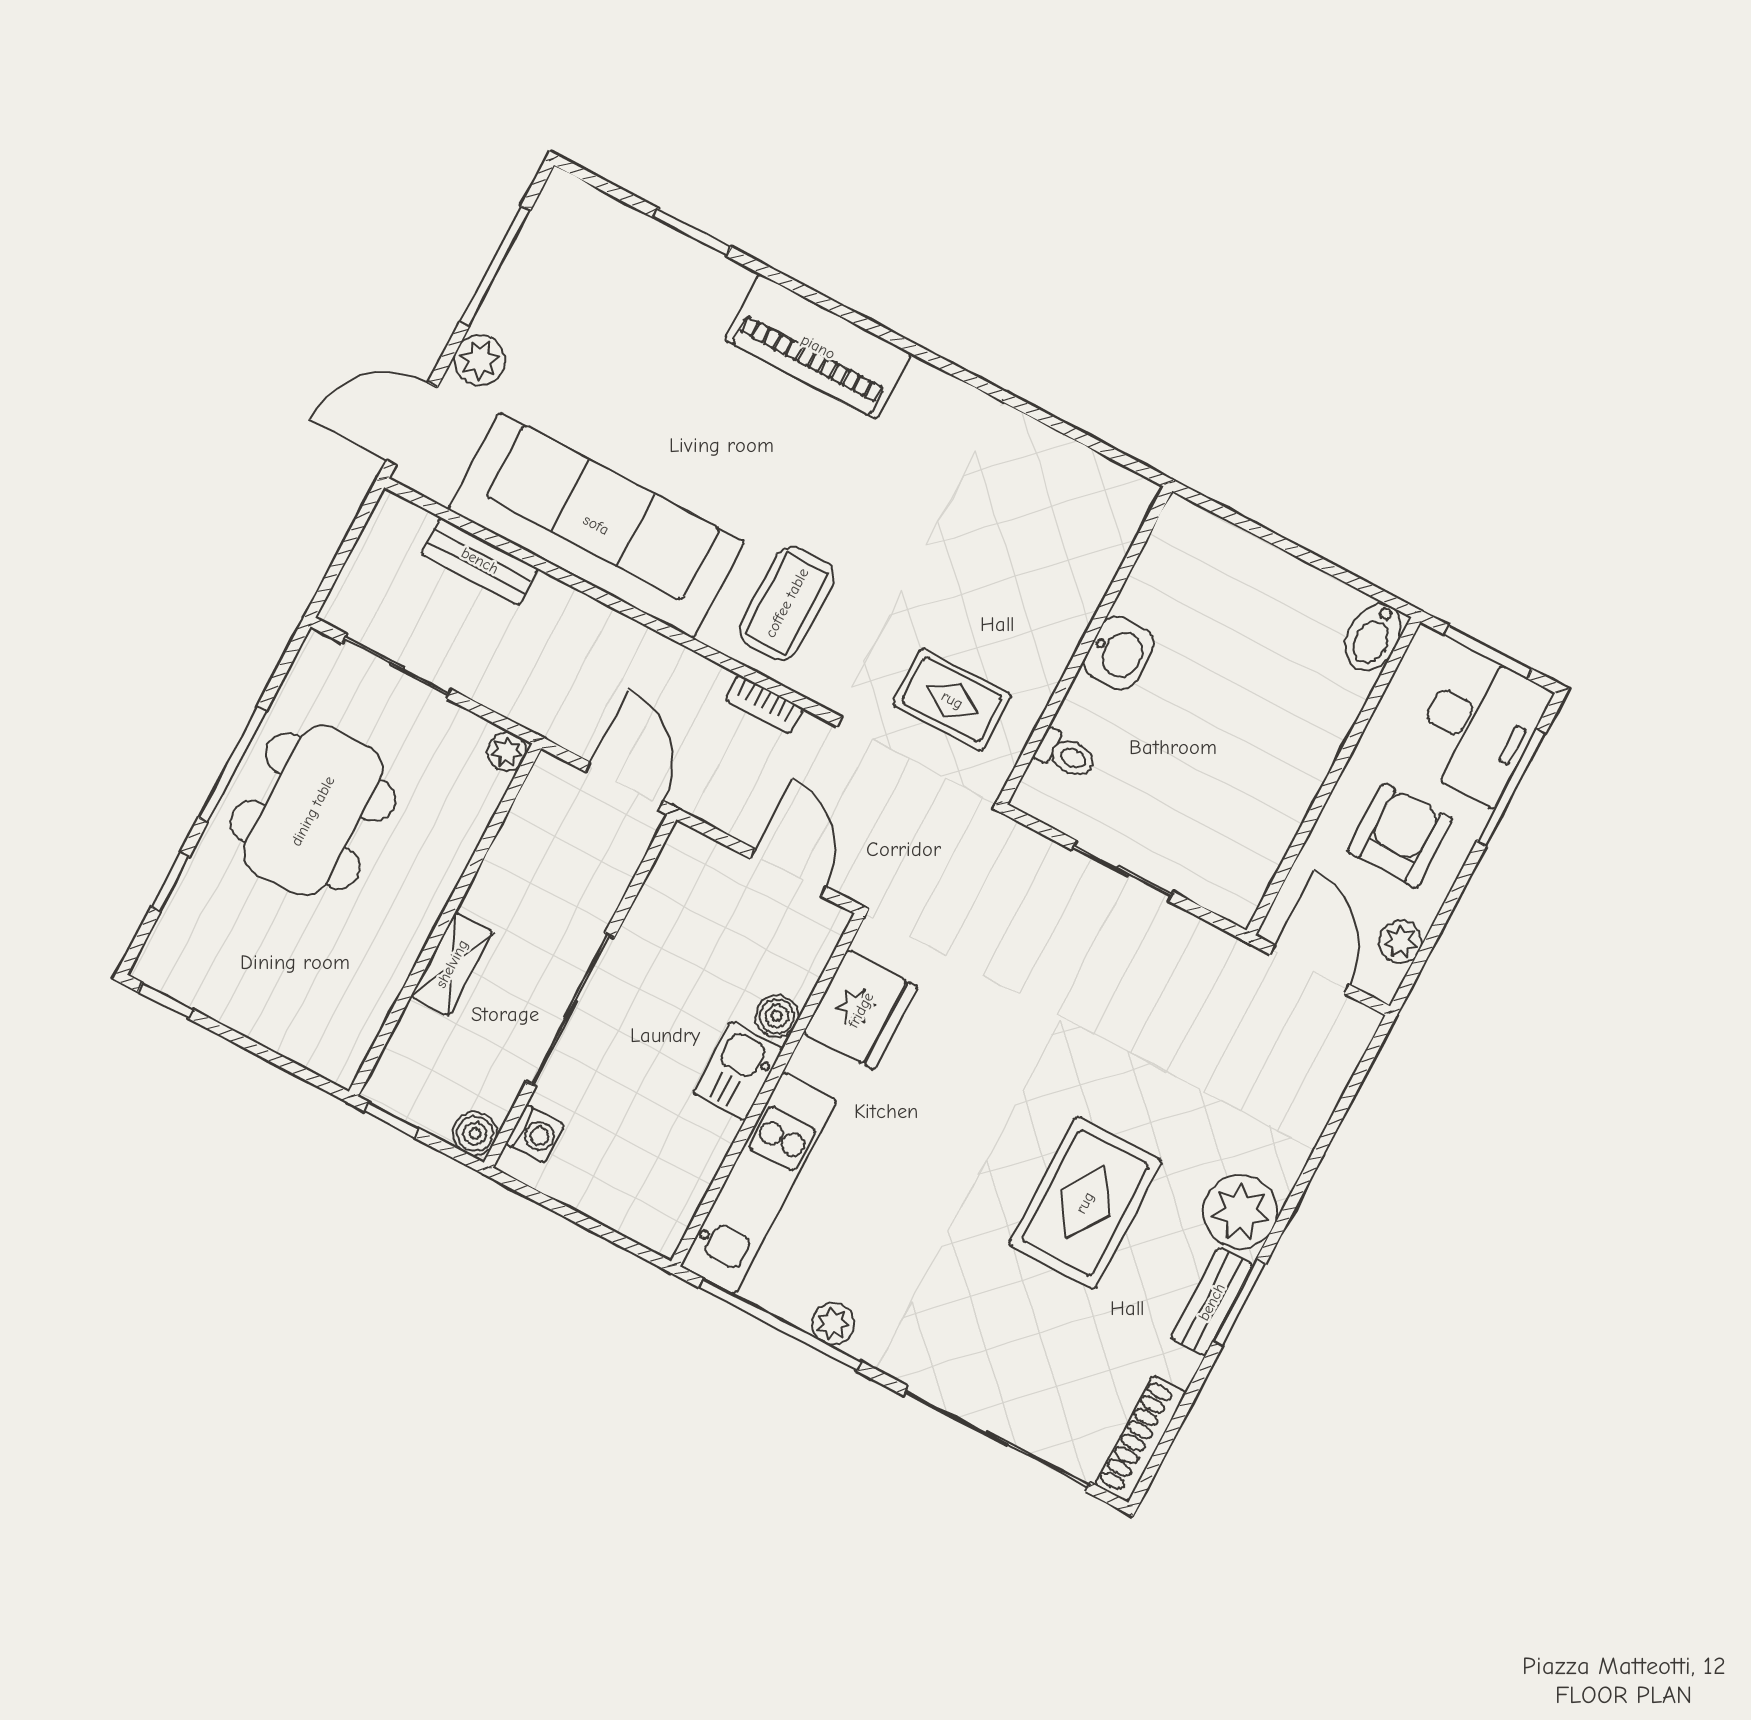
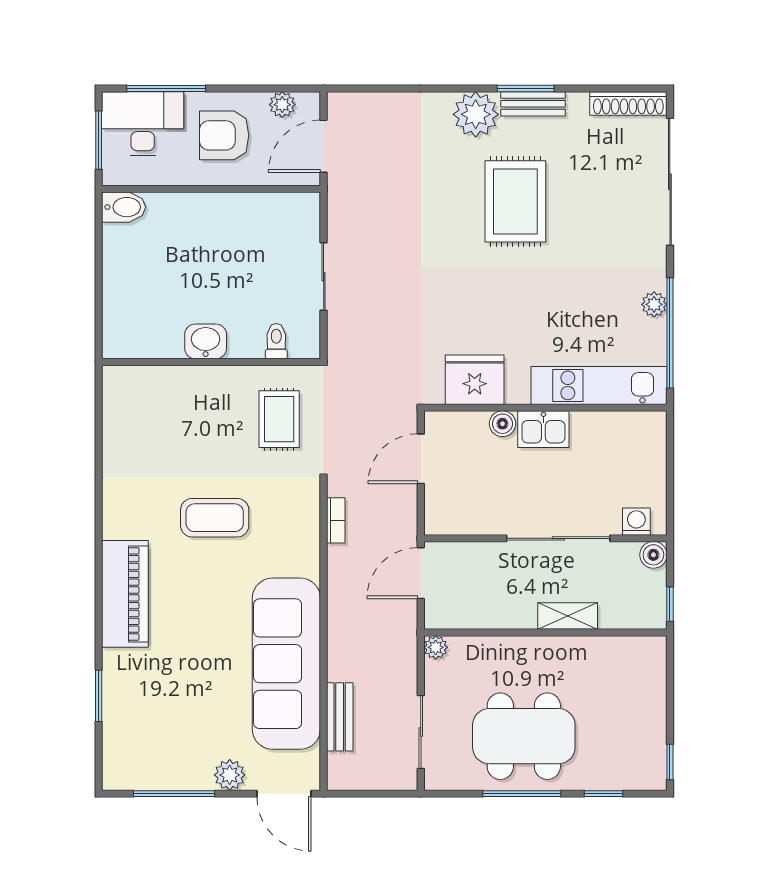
coffee table: (787, 603) -> (215, 518), moved
rug: (1085, 1203) -> (515, 201), turned 90

